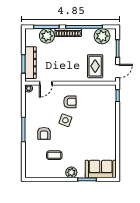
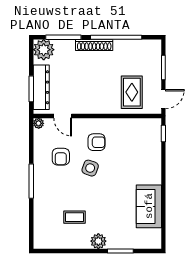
plant: (47, 36) -> (44, 50), moved
plant: (102, 36) -> (142, 50), removed
door: (46, 83) -> (63, 116), hinge flipped
armchair: (44, 133) -> (61, 157), moved
sofa: (101, 169) -> (149, 206), moved, turned -90

